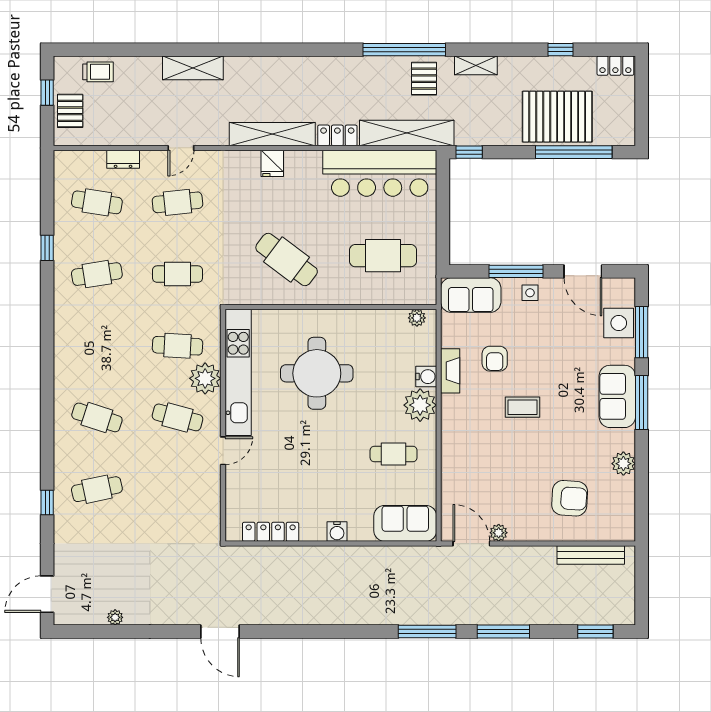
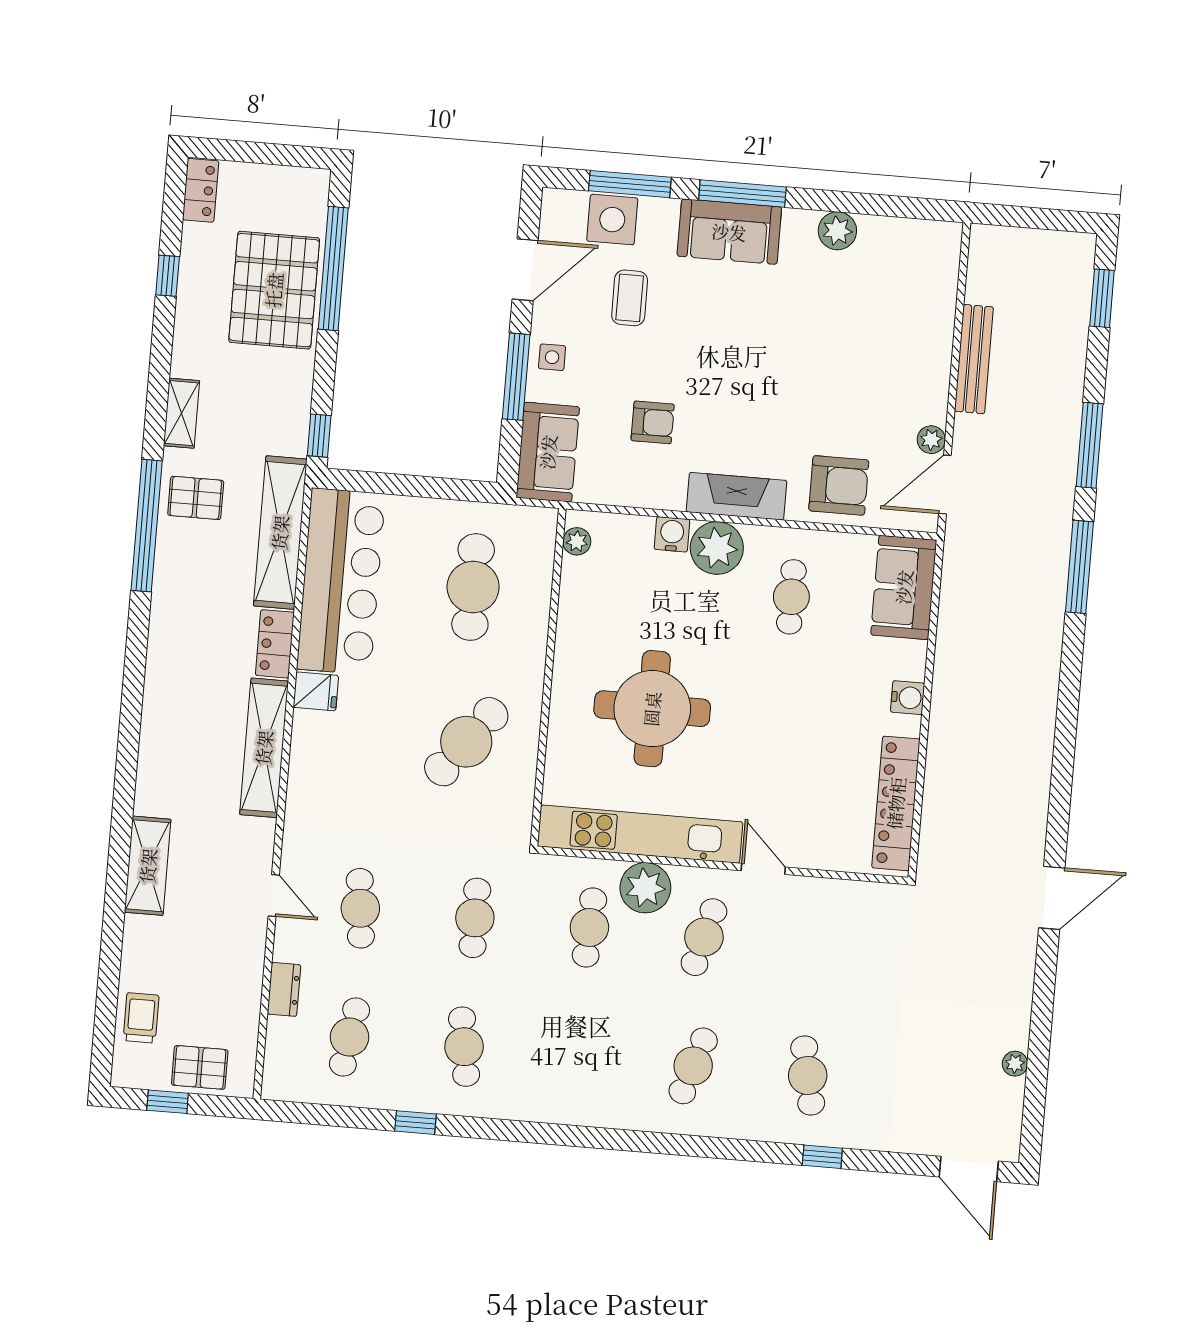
fridge: (272, 163) -> (316, 691), moved
fireplace: (450, 371) -> (736, 496), moved, width x1.37, depth x1.32
coffee table: (523, 407) -> (630, 298), moved
armchair: (570, 498) -> (839, 485), moved, turned 86
locker: (271, 532) -> (896, 803), width x1.41, depth x1.21
bench: (591, 555) -> (974, 359), moved

